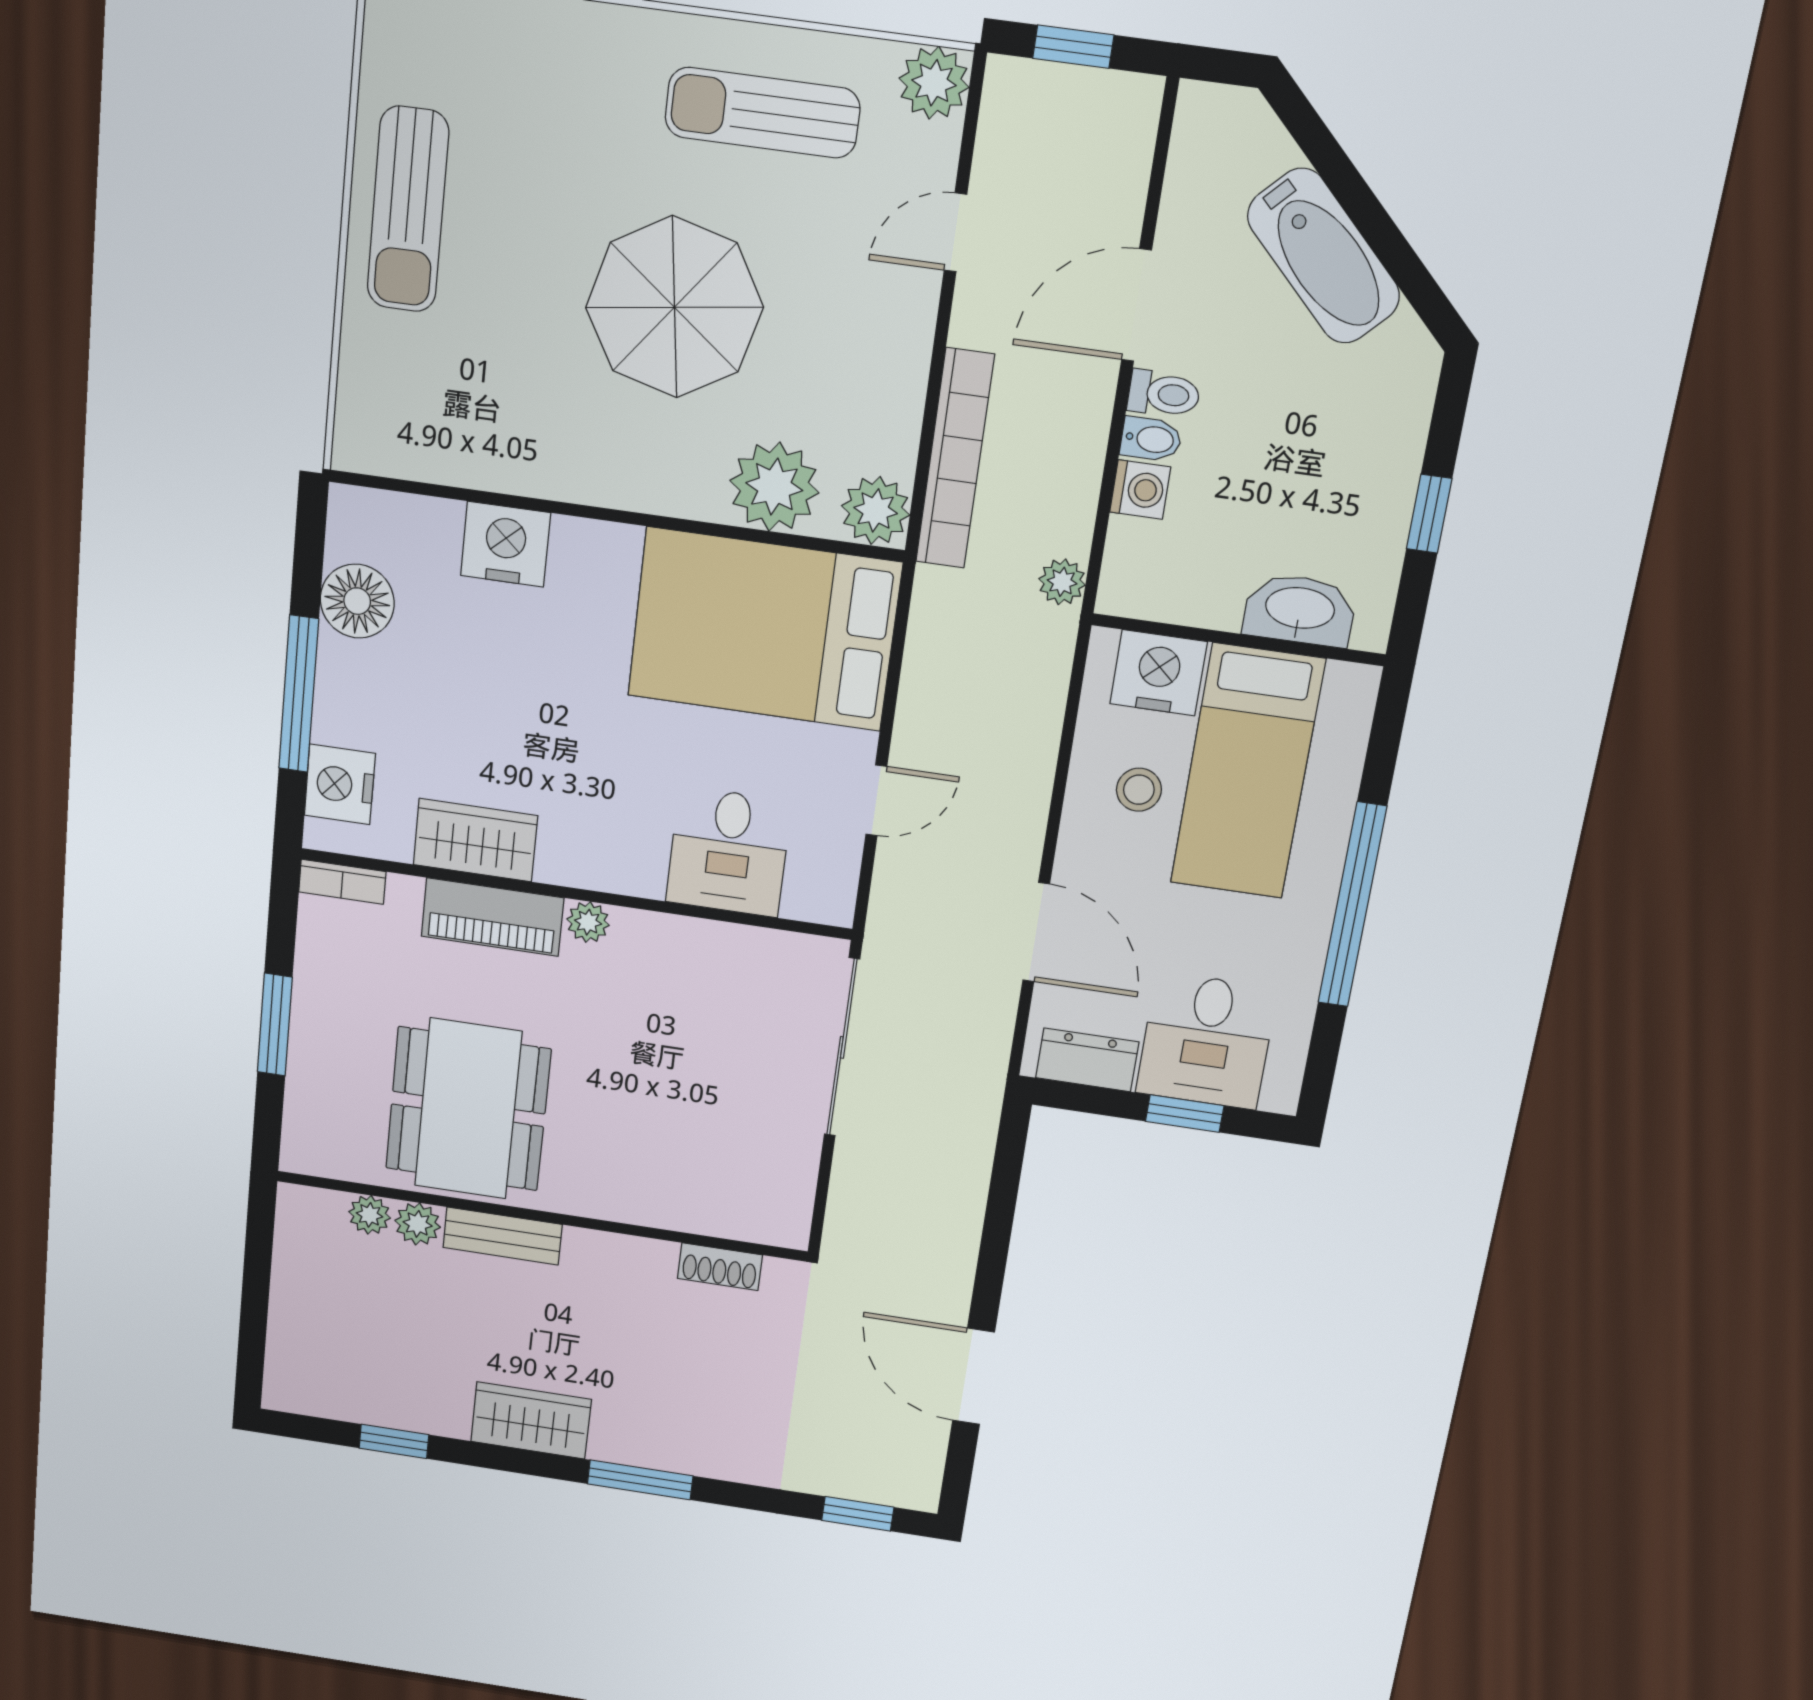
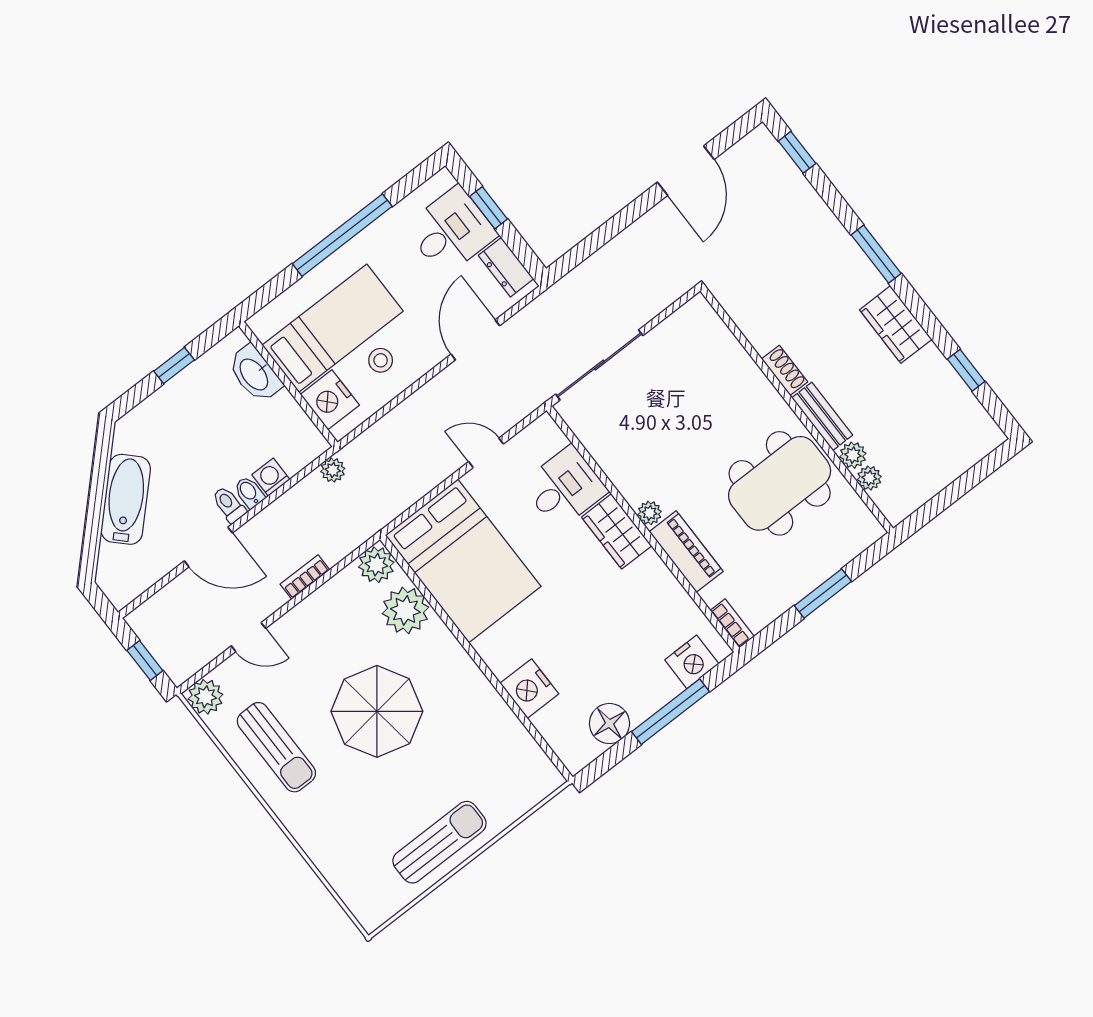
bookcase: (955, 459) -> (305, 577), width x0.43, depth x0.76
wardrobe: (475, 840) -> (617, 531), moved
shoe rack: (720, 1267) -> (785, 370), moved

